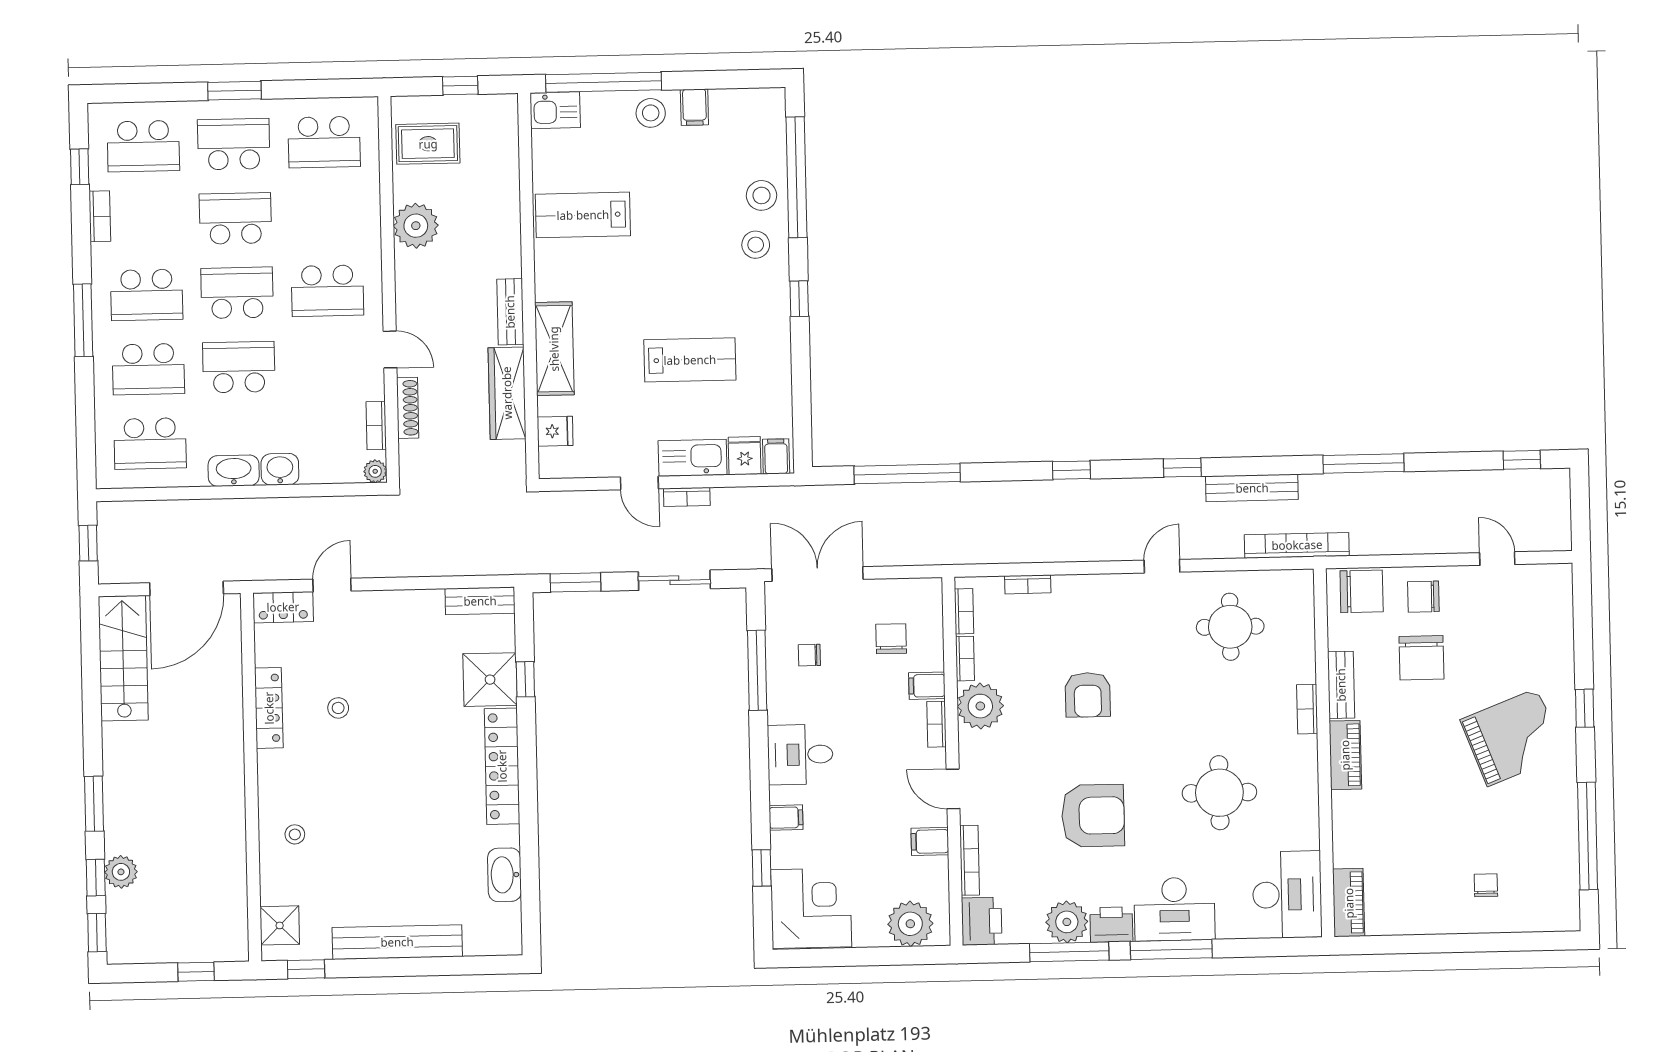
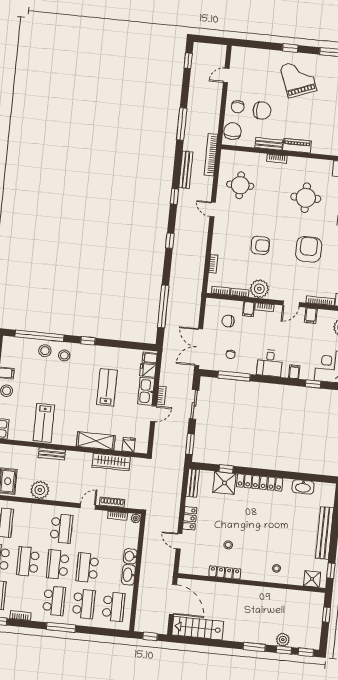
bench: (510, 312) -> (52, 454), moved
locker: (283, 607) -> (190, 518), moved

